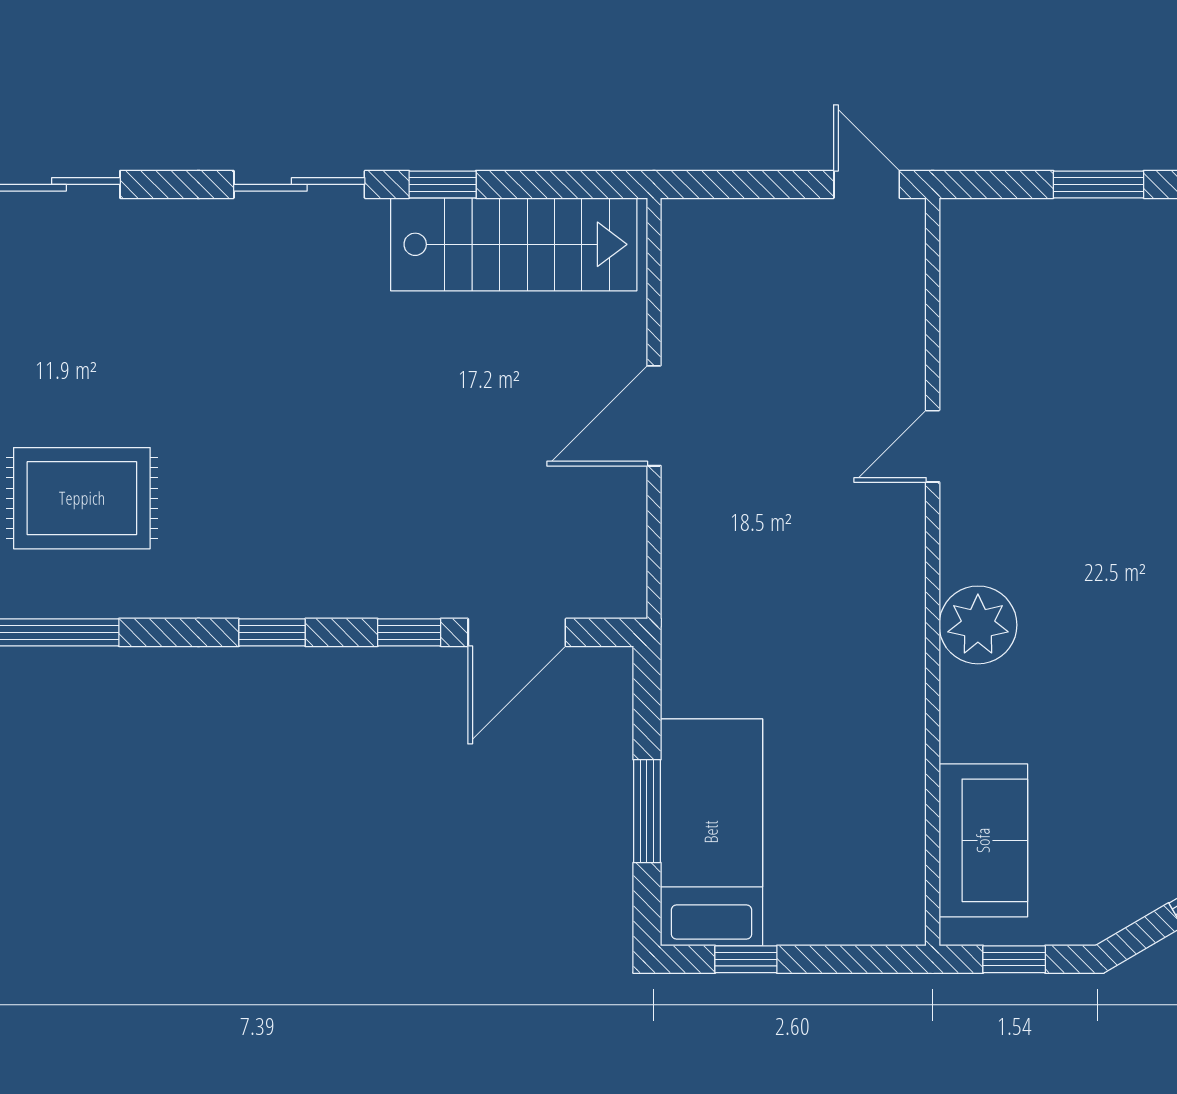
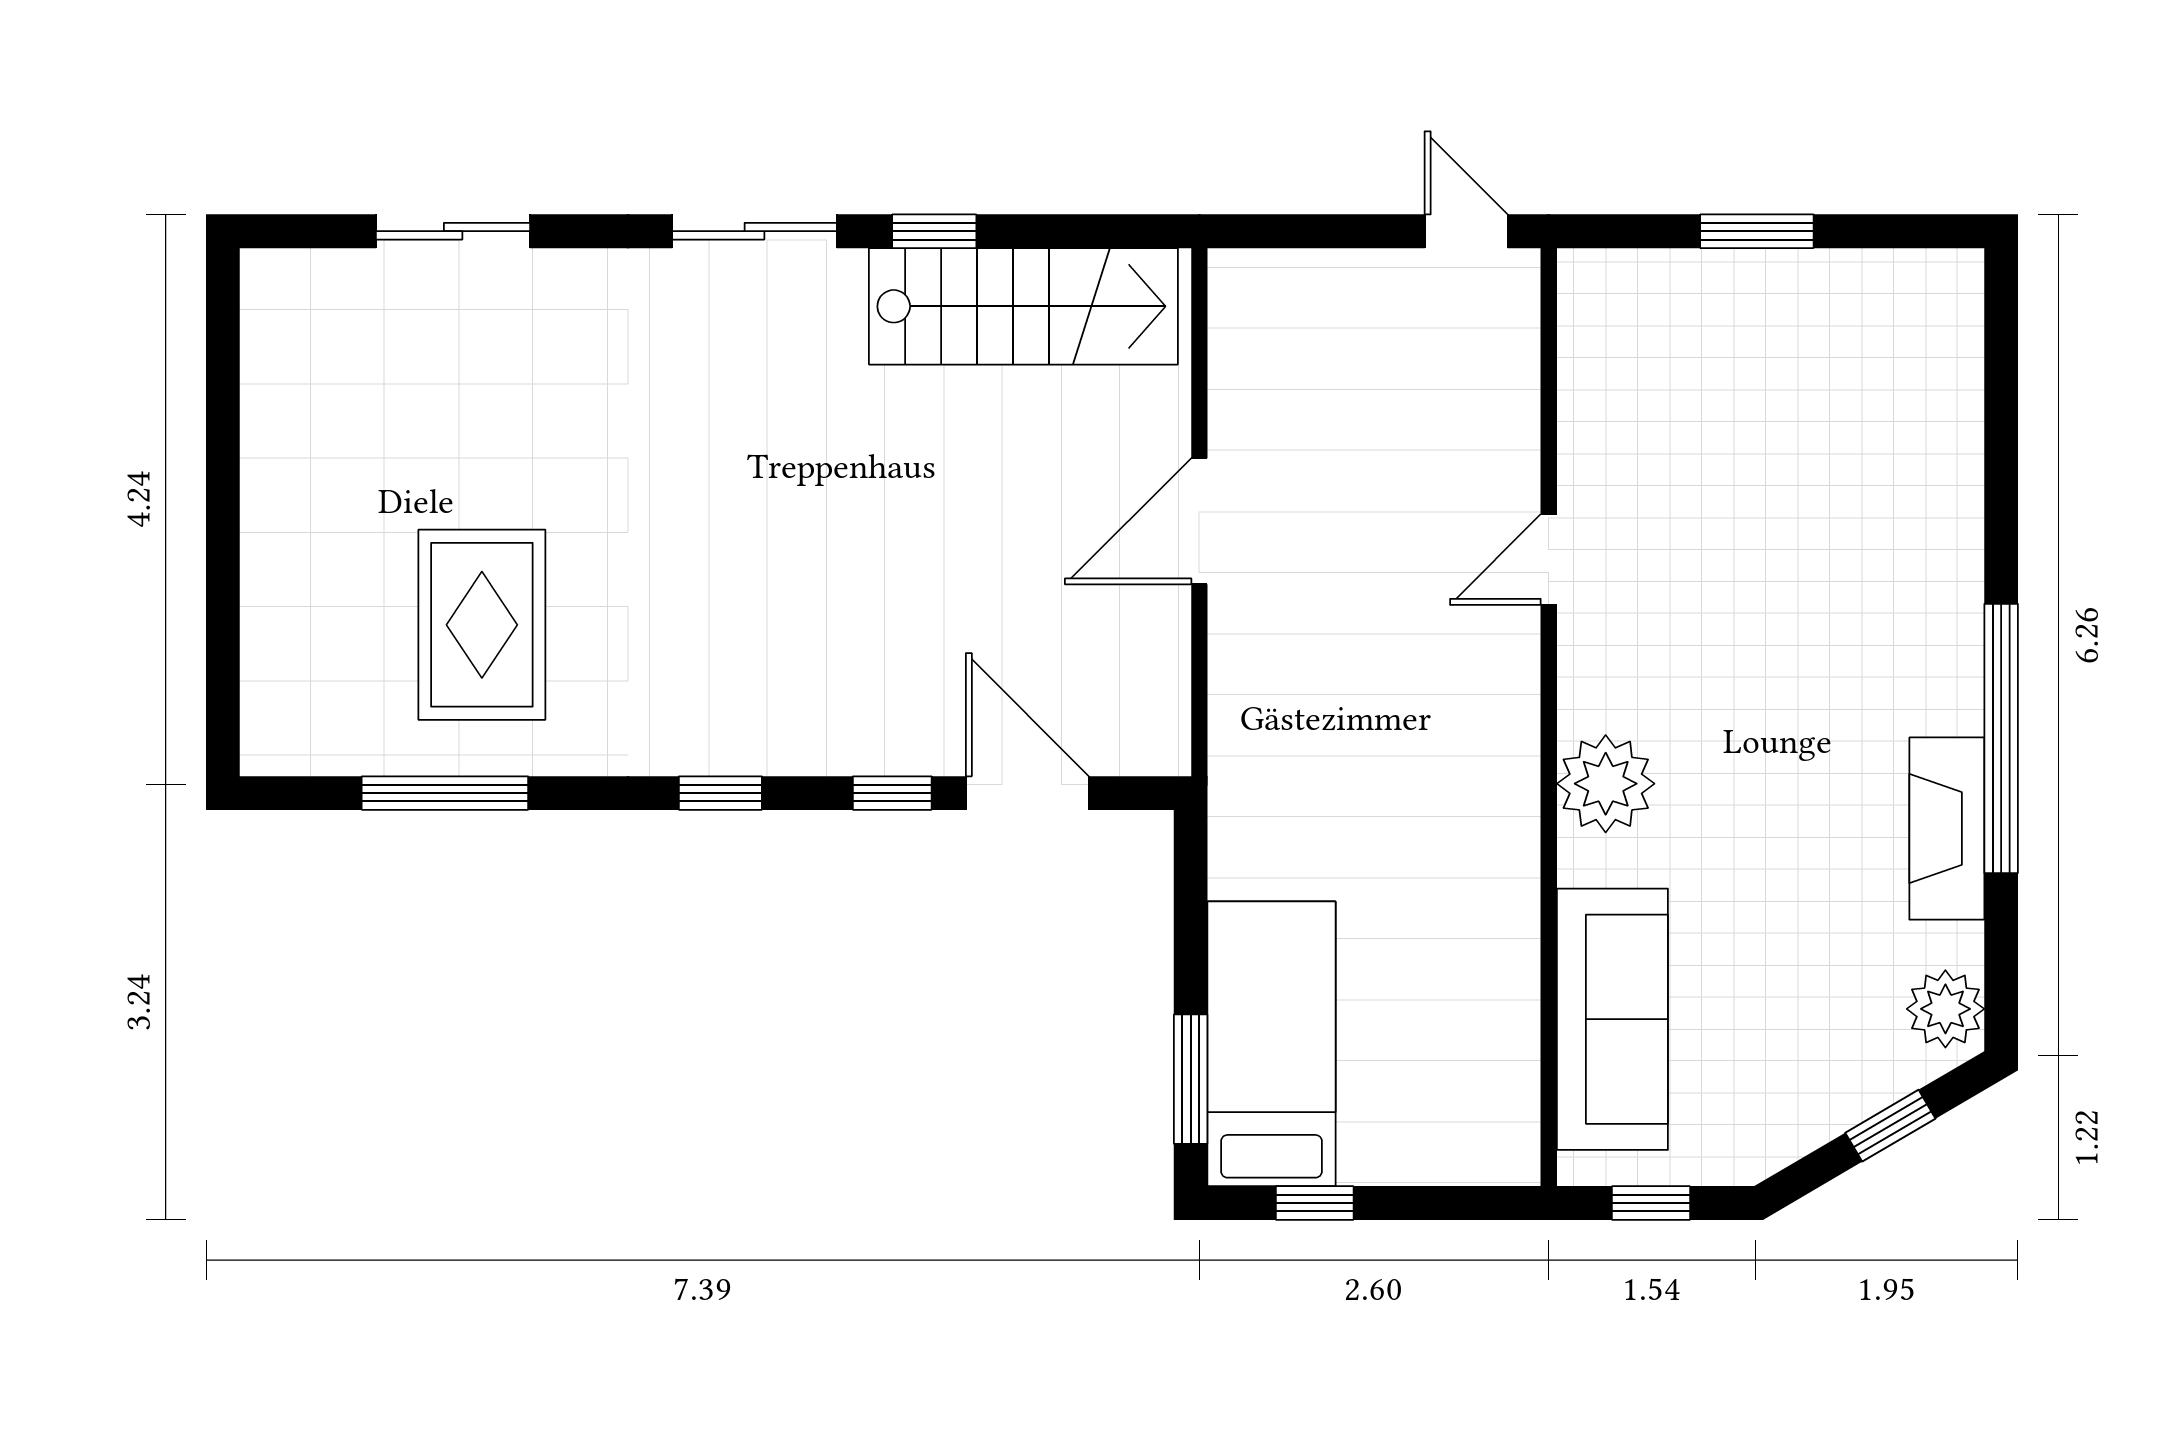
rug: (82, 498) -> (482, 625), turned 90
door: (517, 632) -> (1027, 793), swing flipped
window: (647, 811) -> (1191, 1079), moved
sofa: (983, 840) -> (1612, 1019), width x1.36

